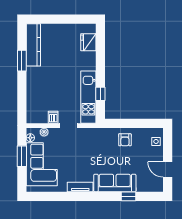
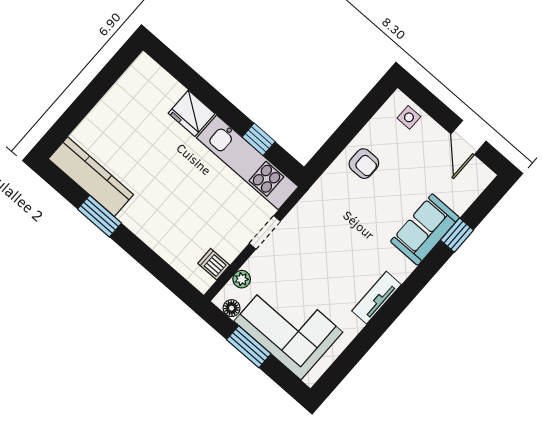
fridge: (88, 42) -> (192, 113), moved
dishwasher: (53, 117) -> (214, 264), moved
door: (168, 170) -> (469, 138), hinge flipped
sofa: (115, 183) -> (425, 230), width x0.73

